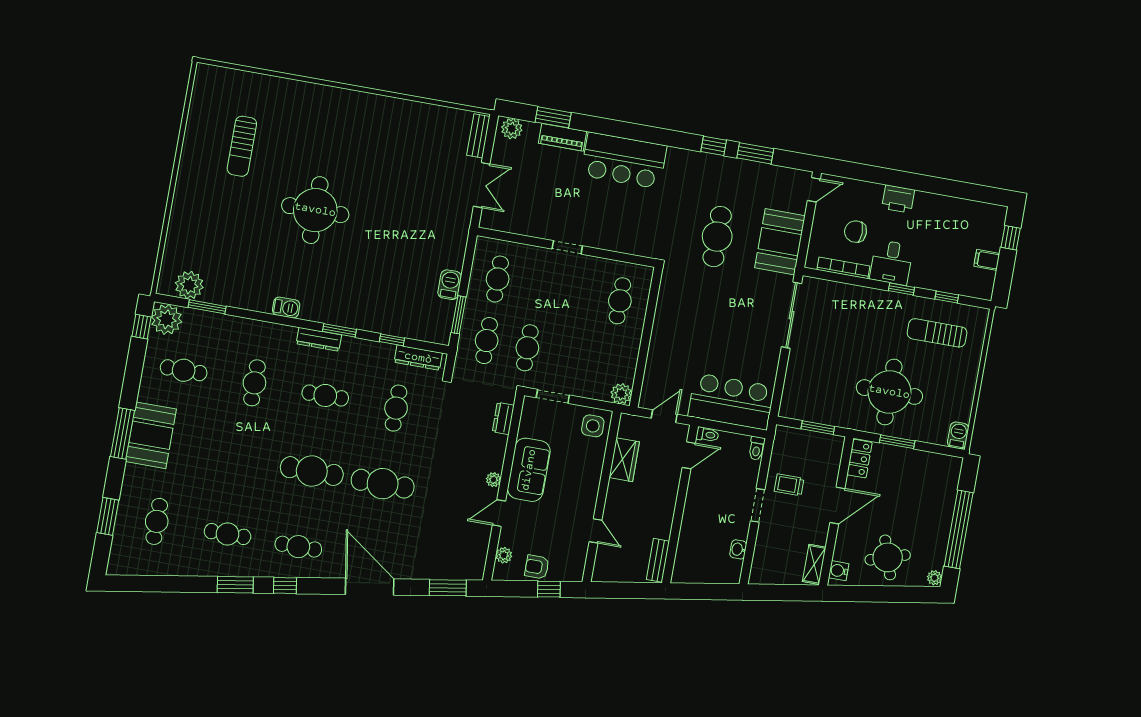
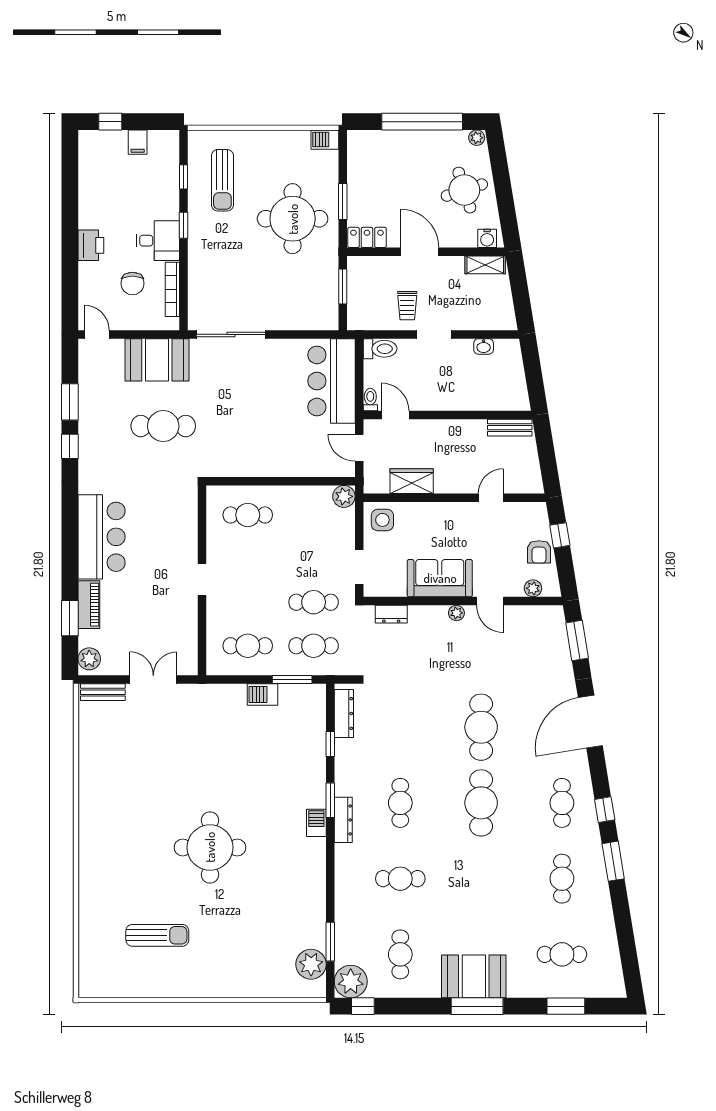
barbecue: (286, 308) -> (316, 823), moved
cafe table: (396, 408) -> (400, 727), removed
toilet: (757, 448) -> (380, 349), width x1.37, depth x1.39

